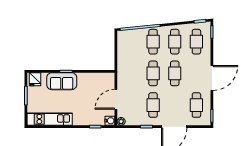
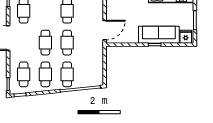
sofa: (62, 81) -> (159, 35), width x1.36
door: (116, 99) -> (105, 30), moved

